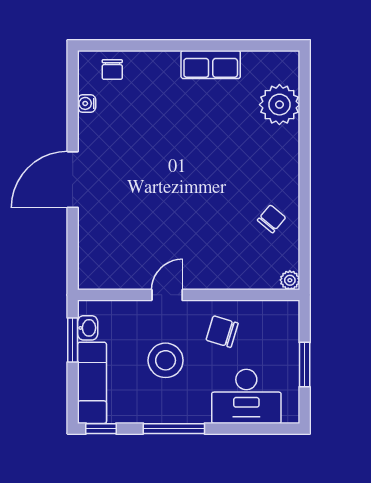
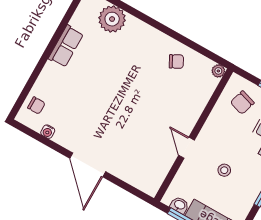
chair: (271, 219) -> (176, 61), turned 112
chair: (222, 332) -> (242, 103), moved
stool: (166, 360) -> (224, 170), width x0.53, depth x0.53

